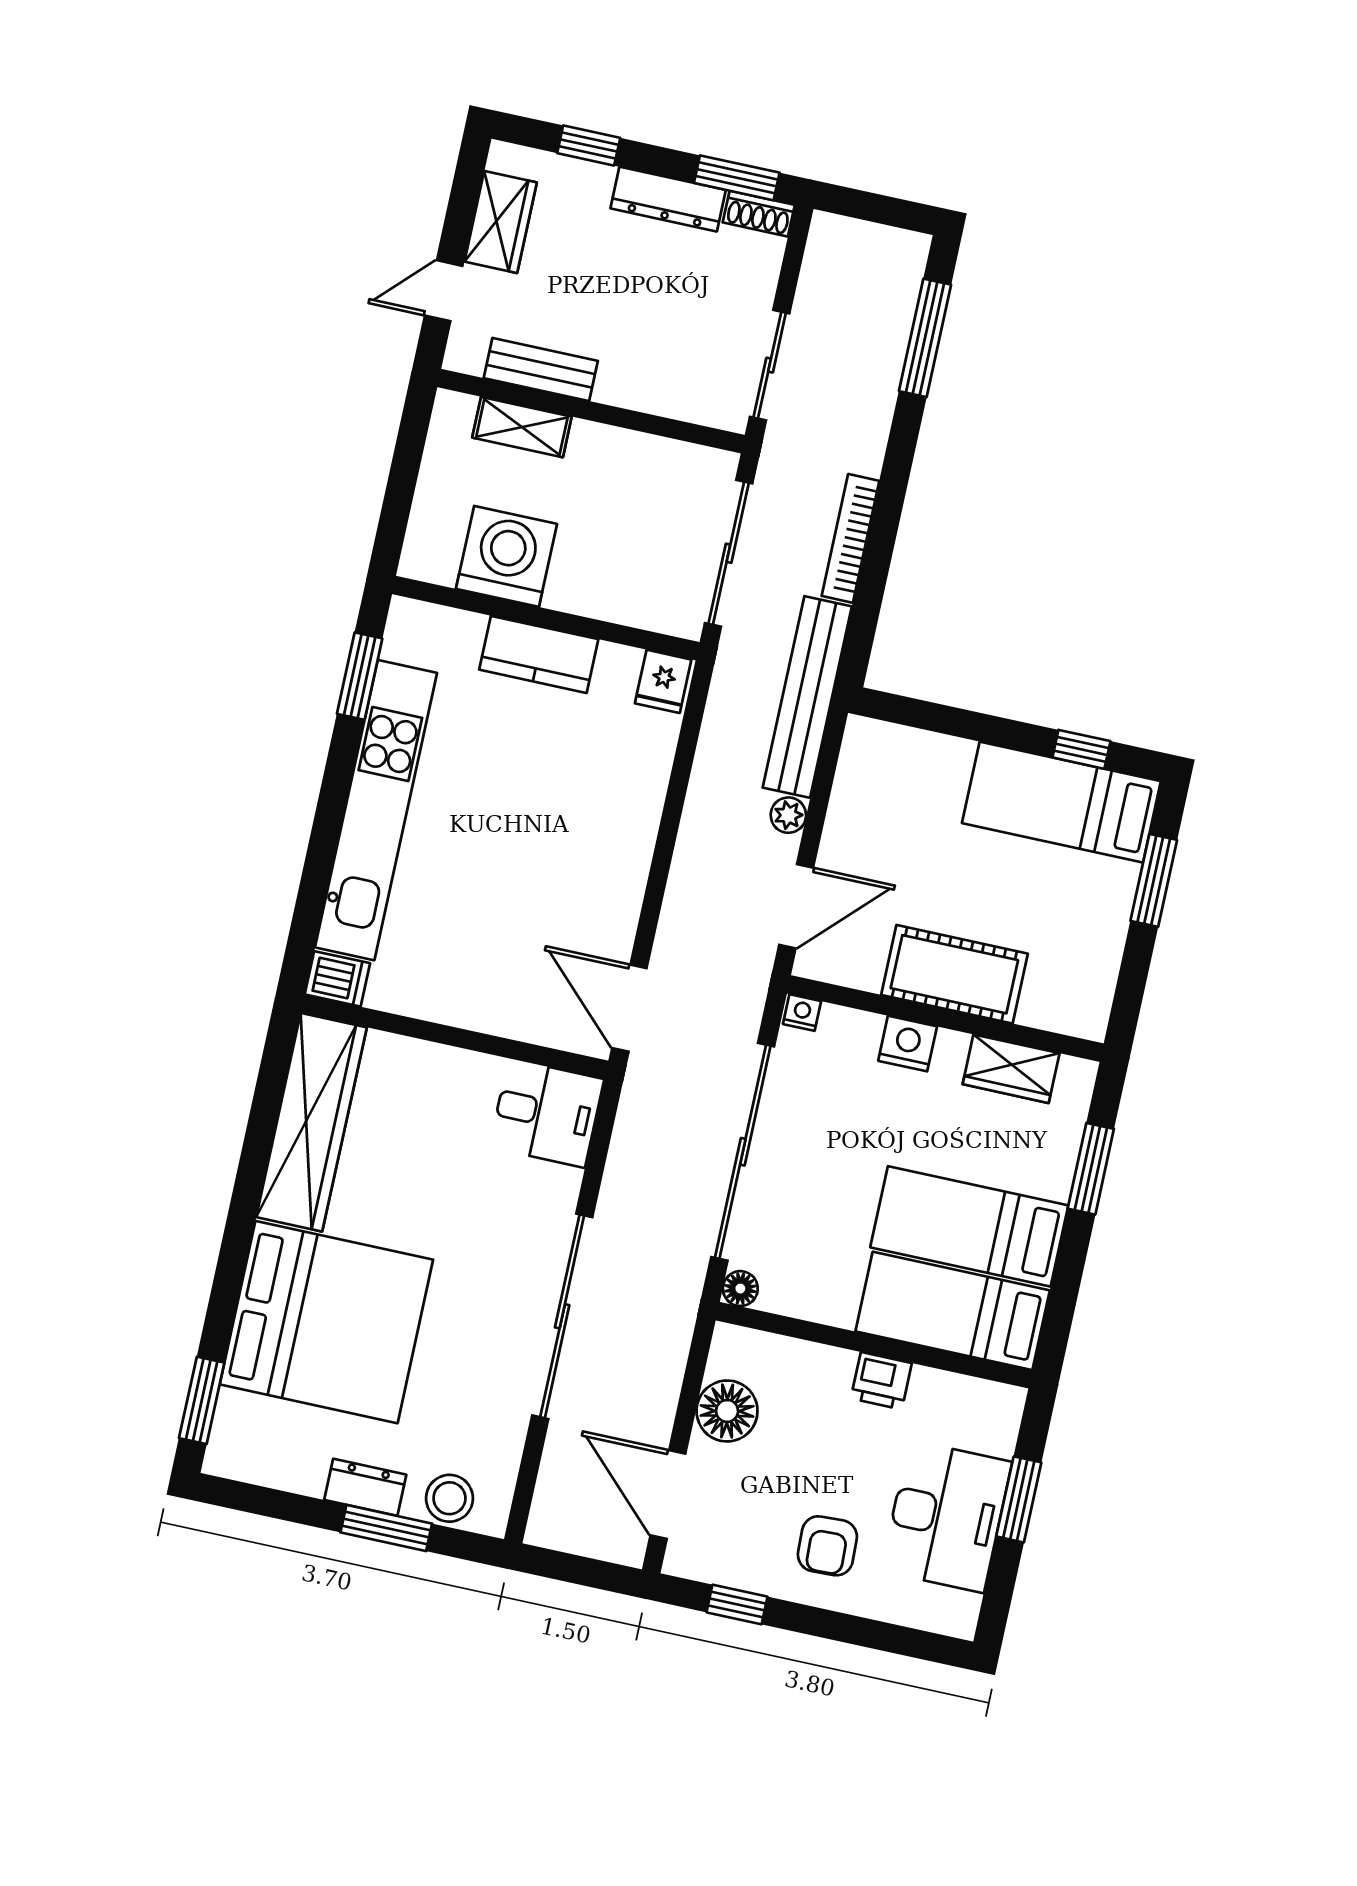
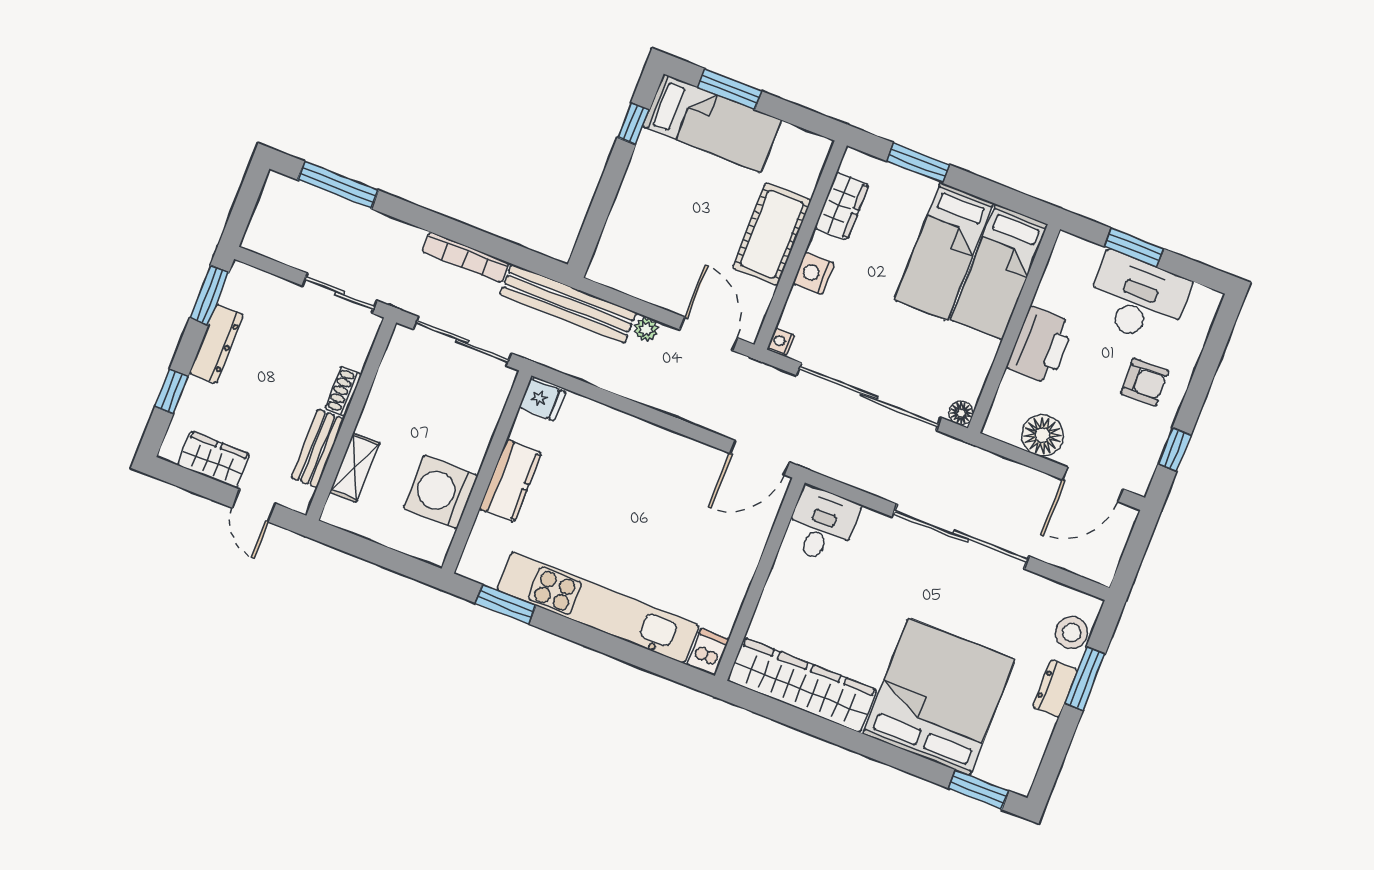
shoe rack: (759, 214) -> (343, 391), moved, turned 180
bed: (1061, 802) -> (712, 123), moved, turned -90
printer: (881, 1381) -> (1040, 345), width x1.87, depth x1.48

